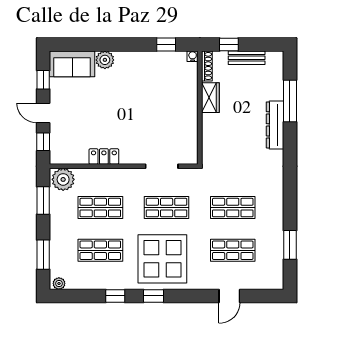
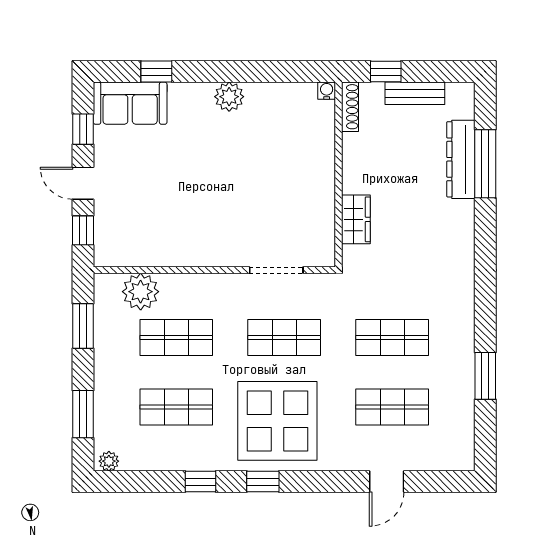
window: (166, 44) -> (156, 72), moved
plant: (105, 60) -> (229, 97), moved
wardrobe: (210, 98) -> (356, 219), moved
dresser: (275, 125) -> (461, 159), moved
locker: (104, 156) -> (182, 254), removed
plant: (63, 179) -> (141, 292), moved
window: (290, 245) -> (485, 376), moved

